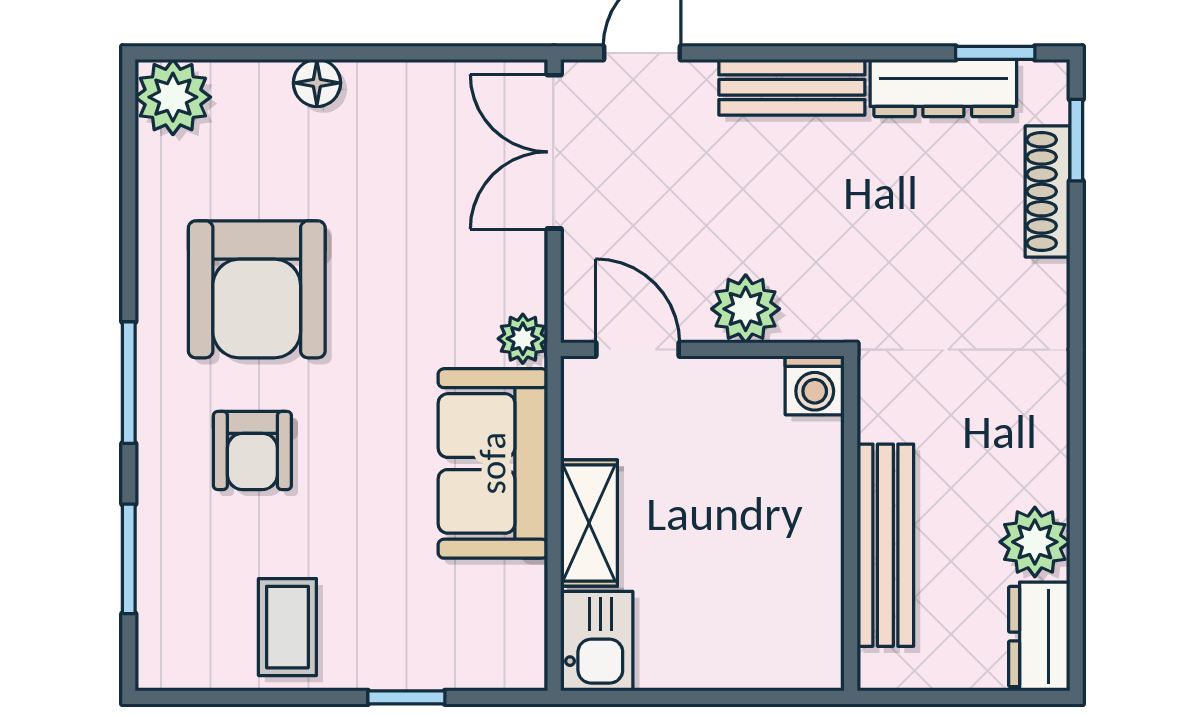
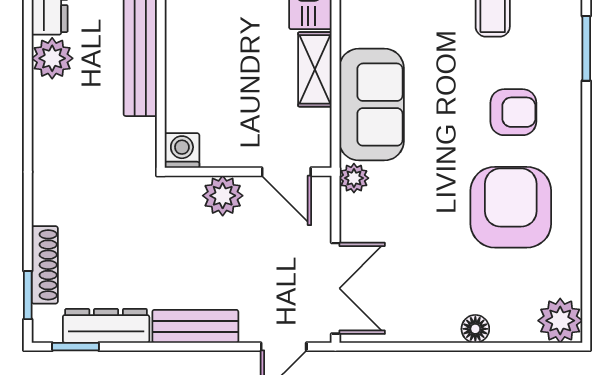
window: (129, 383) -> (586, 152), removed
armchair: (252, 451) -> (513, 112), turned 90

